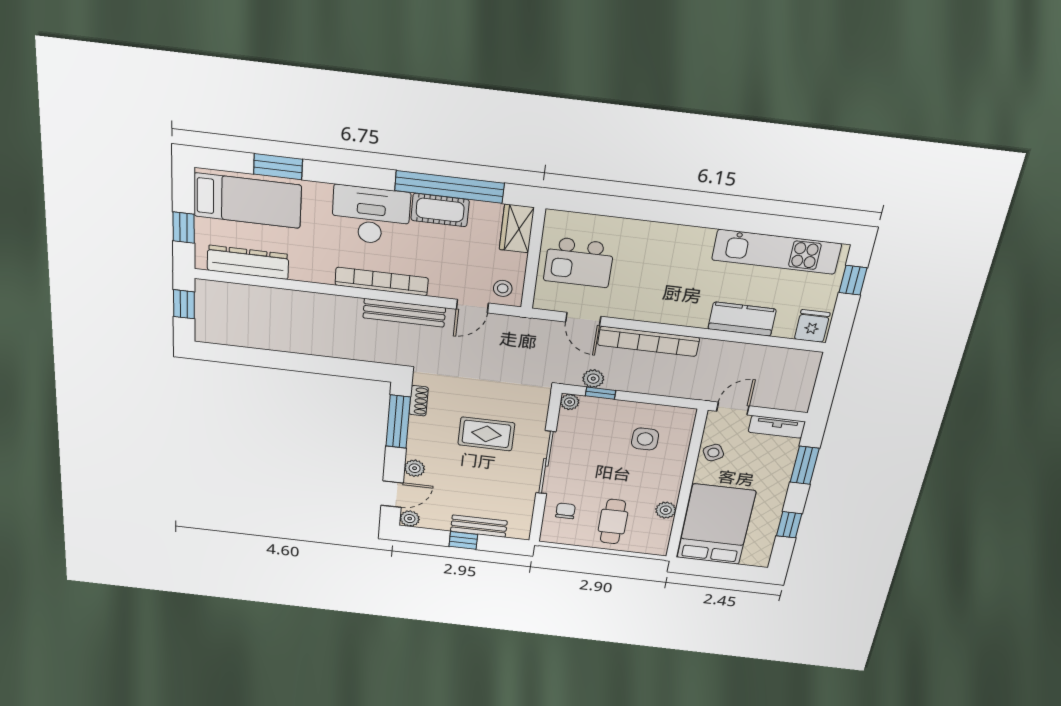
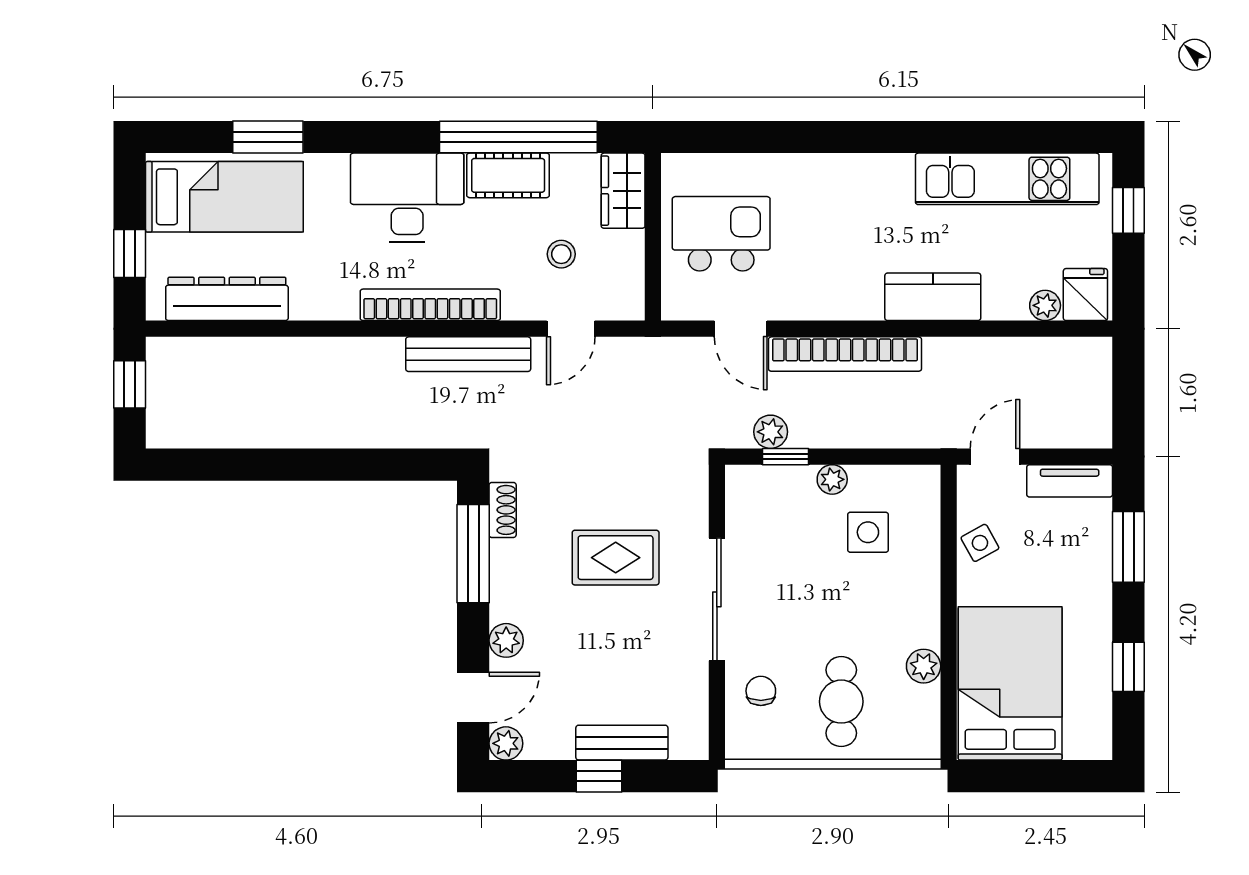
kitchen island: (579, 262) -> (721, 234), turned 180
stool: (503, 288) -> (561, 254), moved
kitchen counter: (742, 319) -> (933, 297), moved
plant: (784, 329) -> (1045, 305), added
plant: (570, 402) -> (832, 479), moved

